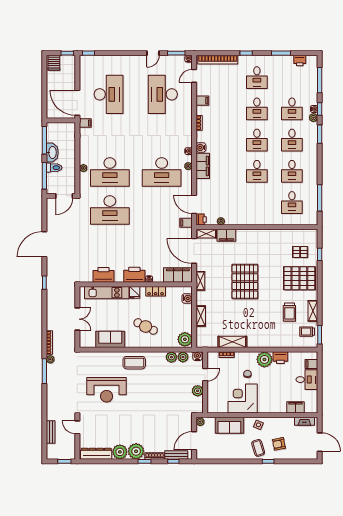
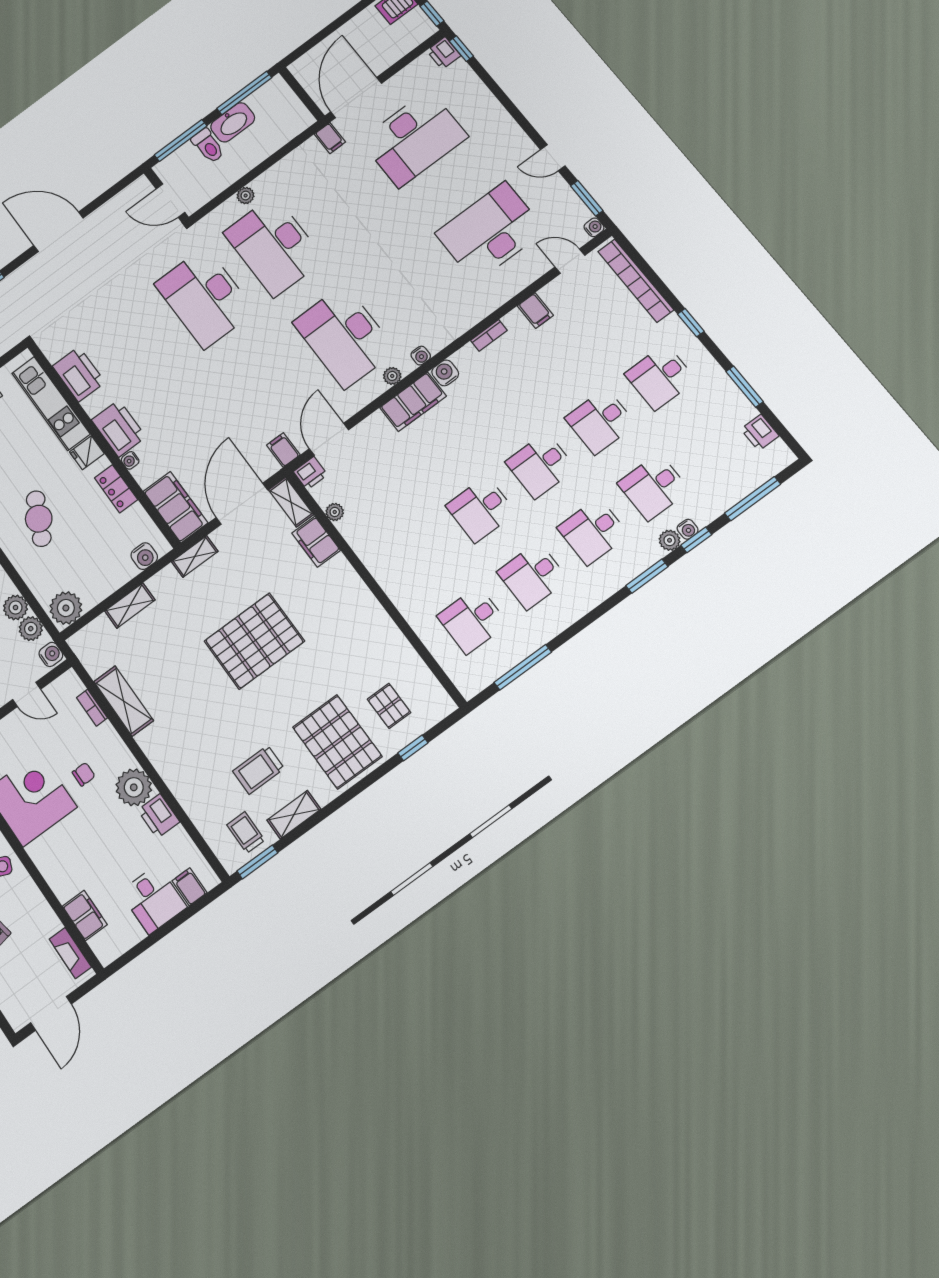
printer: (85, 60) -> (444, 53), added

